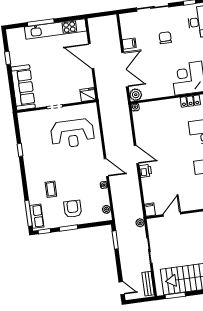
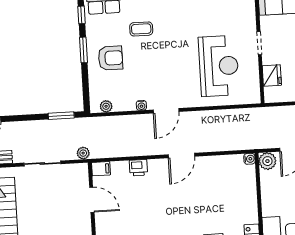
fridge: (88, 95) -> (272, 75), moved
reception desk: (72, 133) -> (219, 66), turned 180
printer: (145, 171) -> (138, 168), moved

